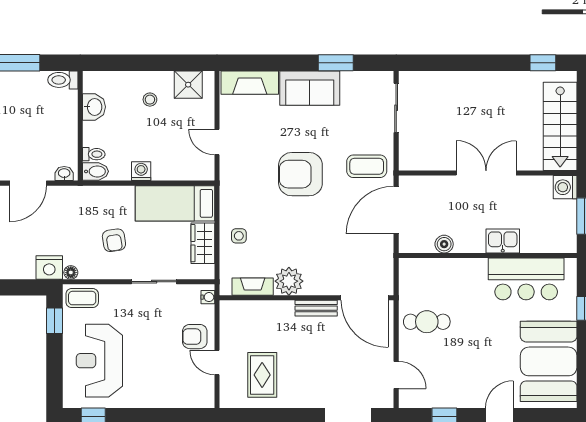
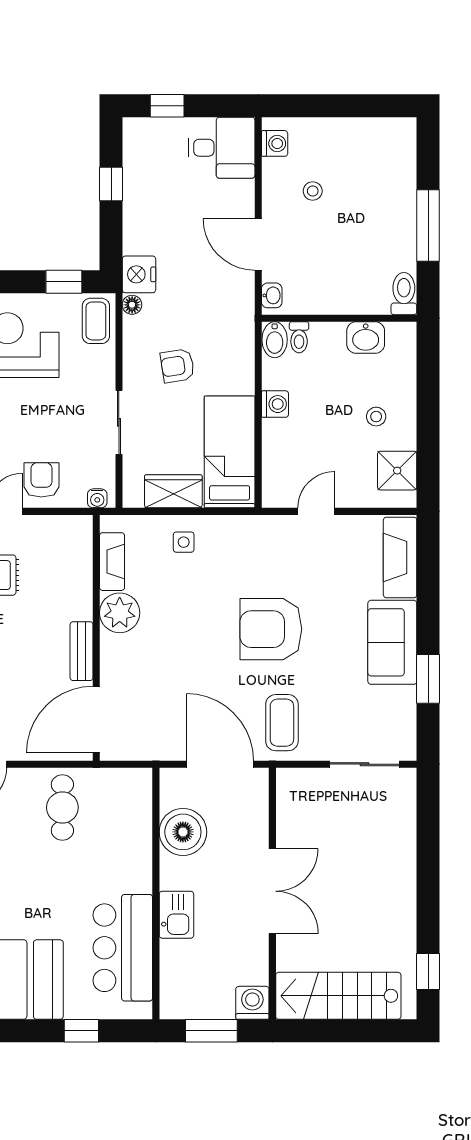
armchair: (300, 174) -> (271, 629), turned -90
boiler: (444, 244) -> (183, 832), width x1.86, depth x1.86

